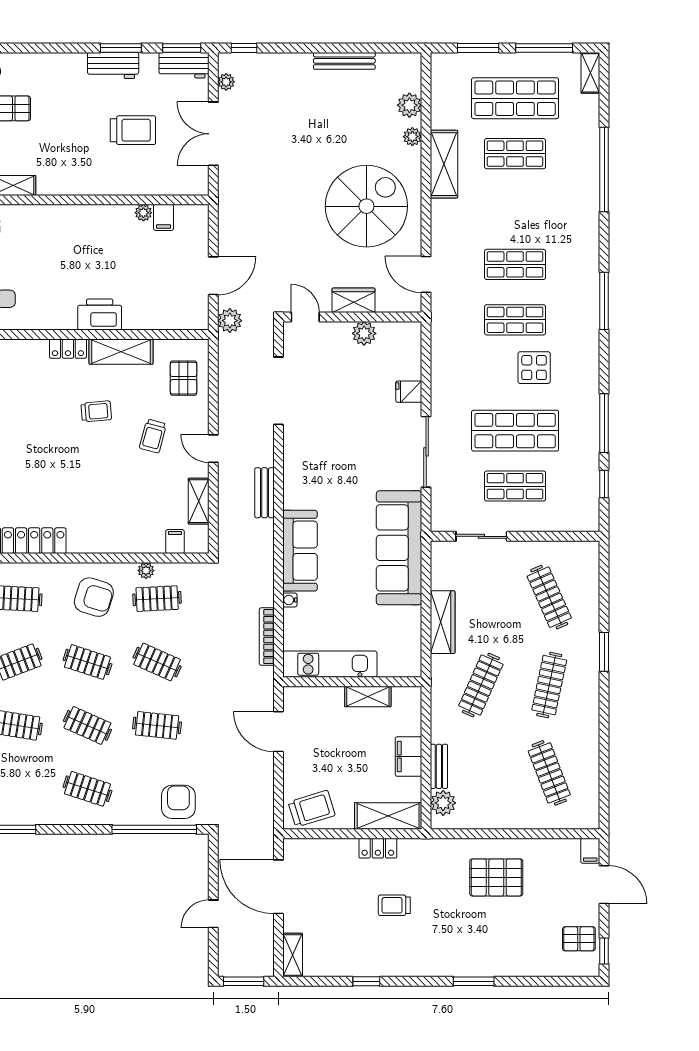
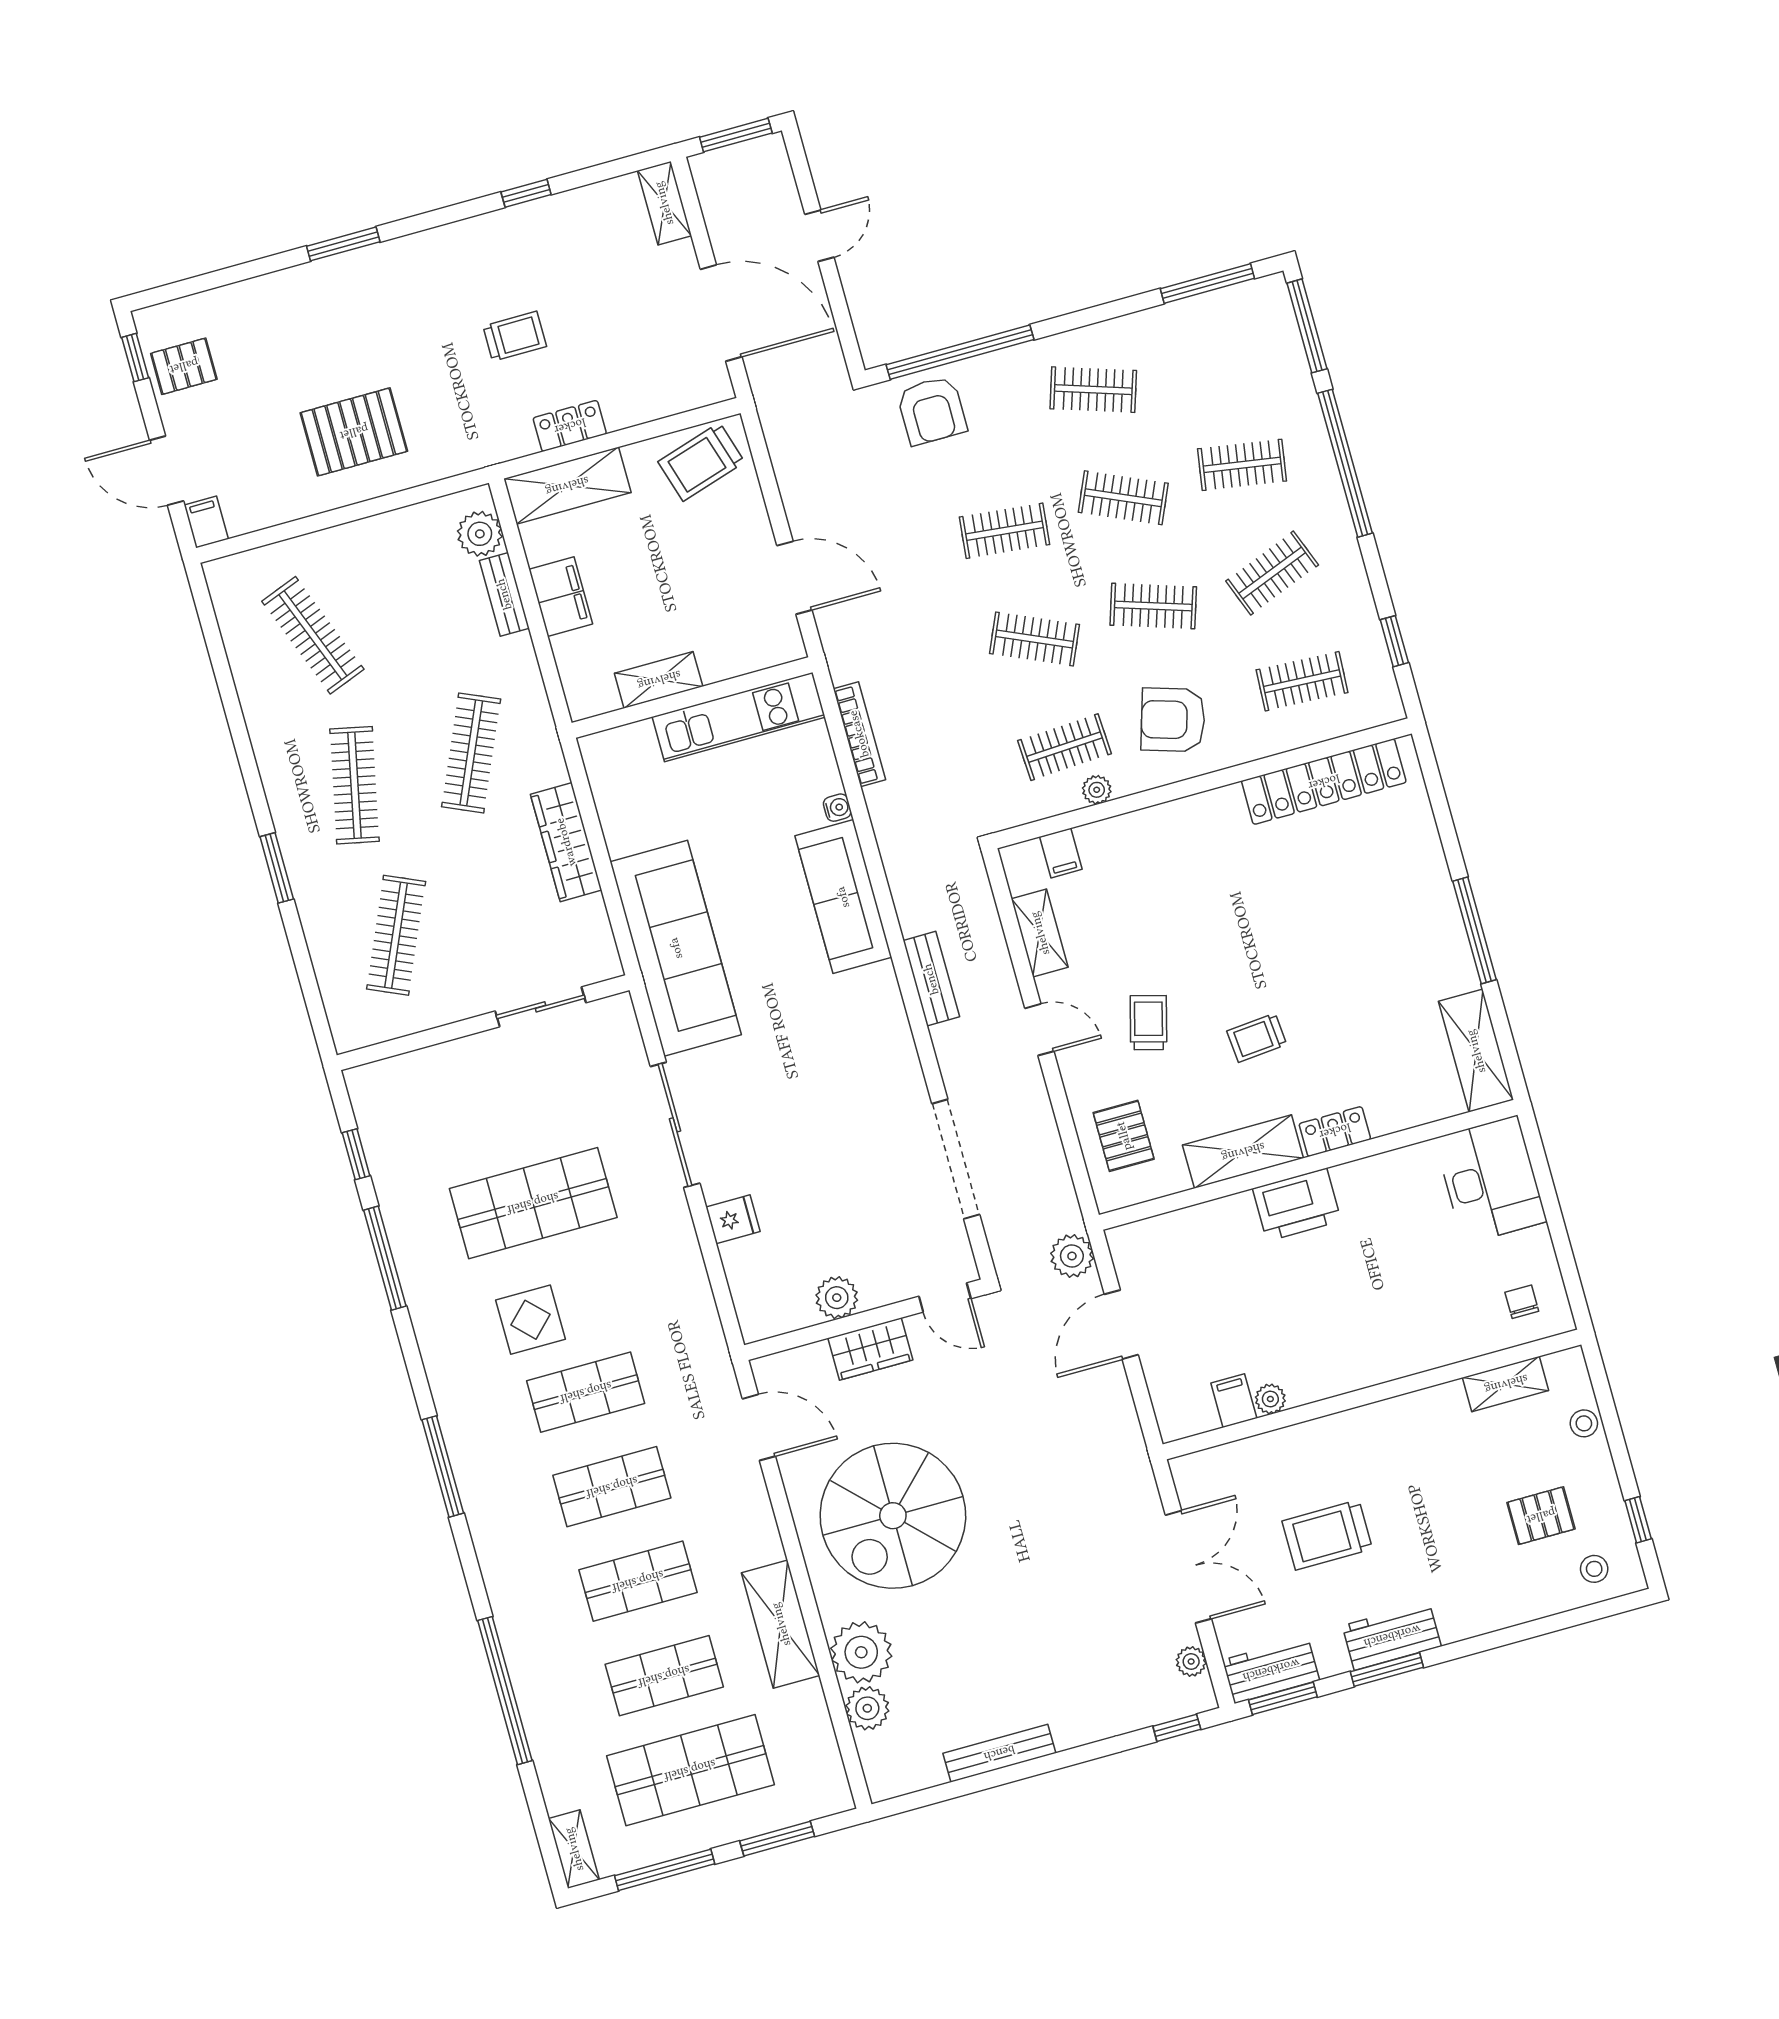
plant: (412, 137) -> (861, 1652), width x1.87, depth x1.87
shop shelf: (515, 486) -> (638, 1581), moved
clothes rail: (549, 597) -> (396, 935), turned 48

